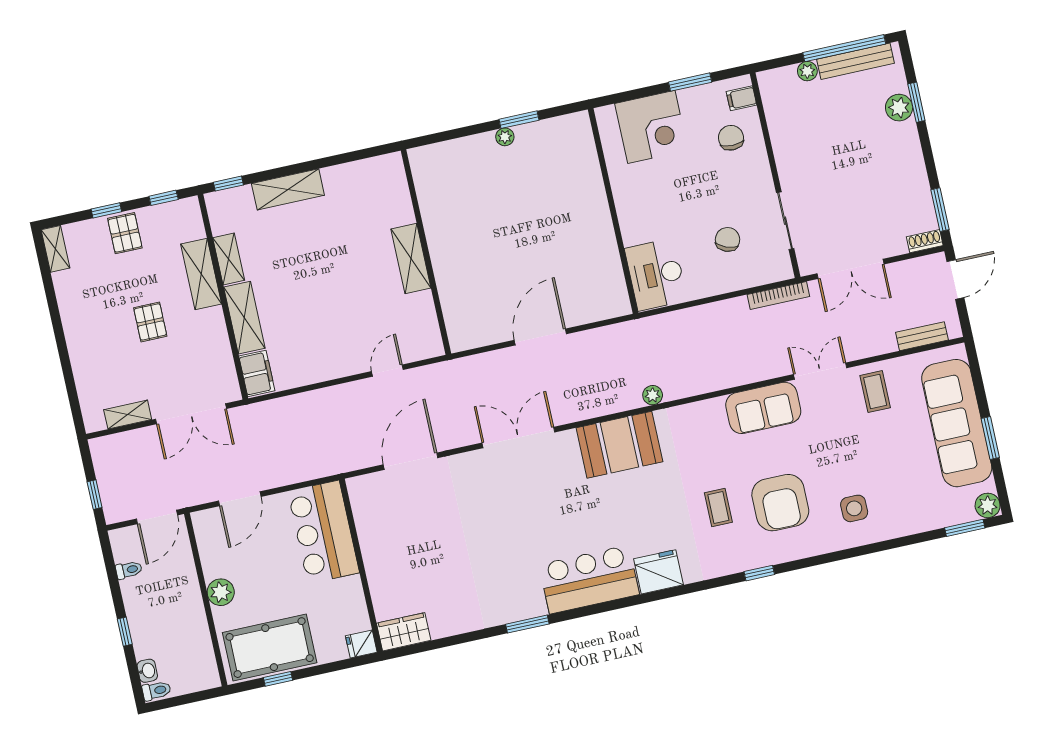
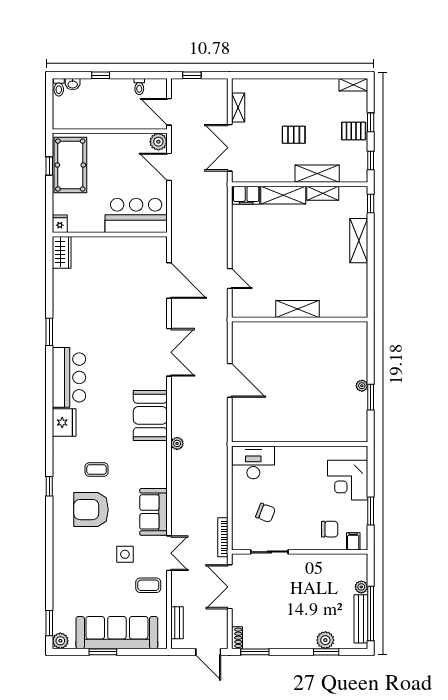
side table: (854, 508) -> (125, 554), moved
plant: (221, 592) -> (158, 142), moved

